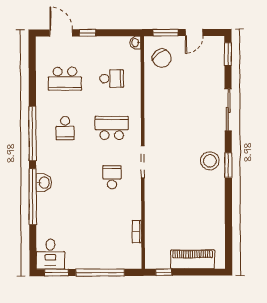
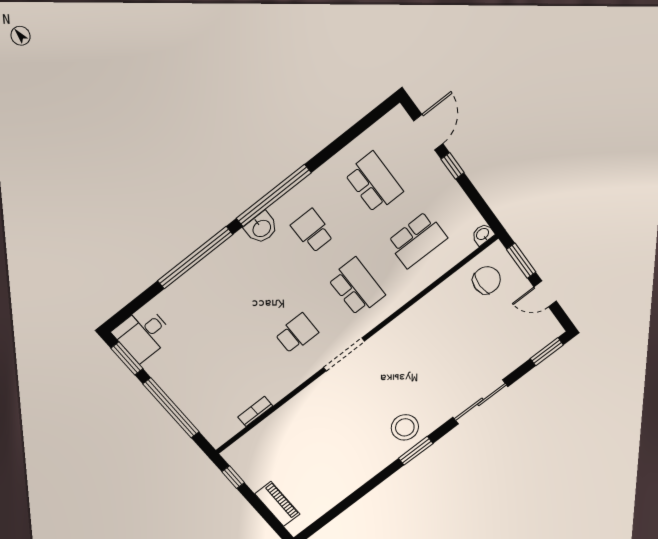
chair: (162, 58) -> (487, 280), turned -142
school desk: (65, 79) -> (374, 183), turned 180
school desk: (112, 79) -> (417, 240), width x1.85
school desk: (65, 128) -> (312, 231), turned 90
washbasin: (44, 183) -> (261, 228), moved
piano: (193, 259) -> (277, 504), width x0.73, depth x0.75

